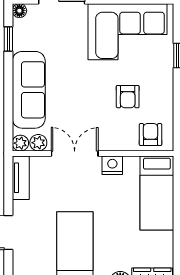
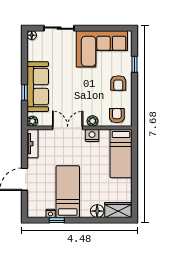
window: (8, 39) -> (25, 93), moved
armchair: (128, 97) -> (118, 83), moved
plant: (38, 143) -> (93, 121), moved

